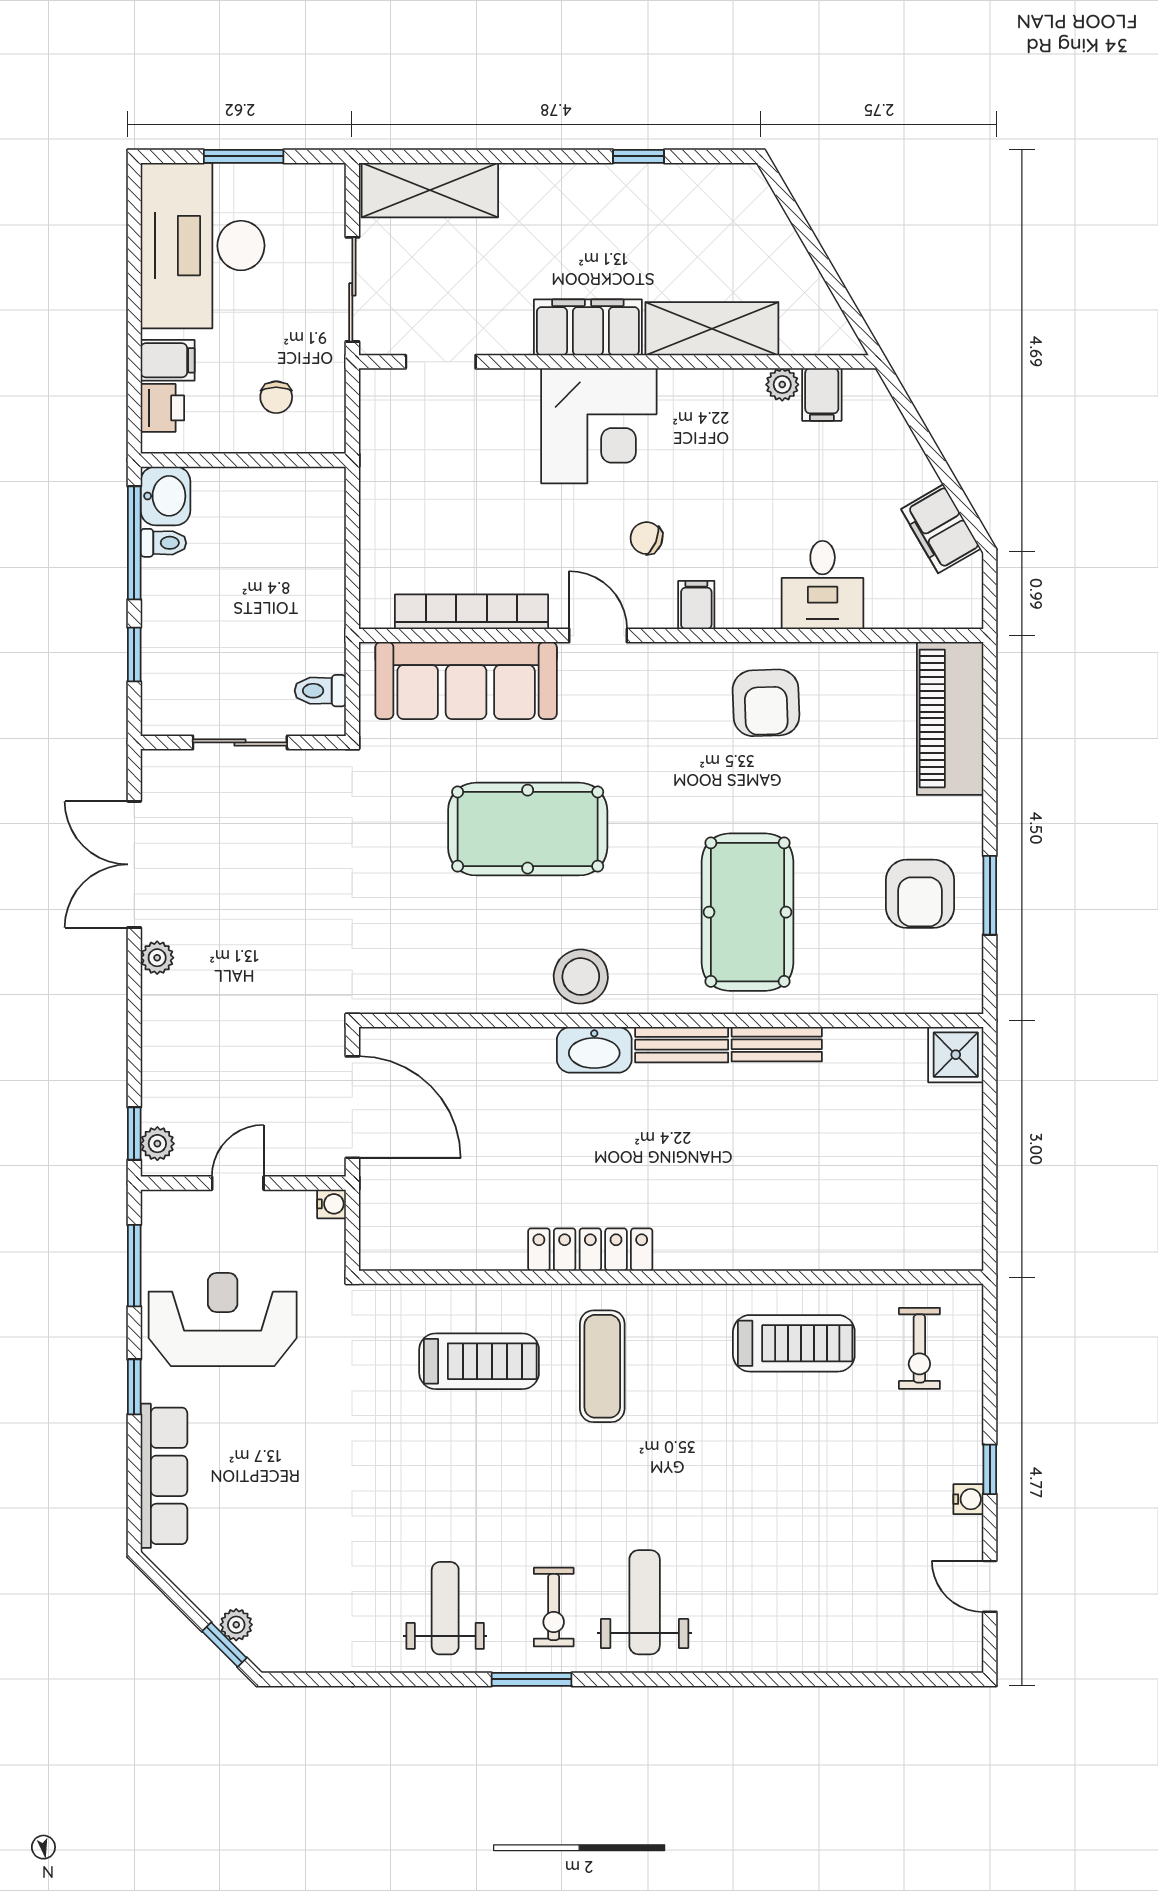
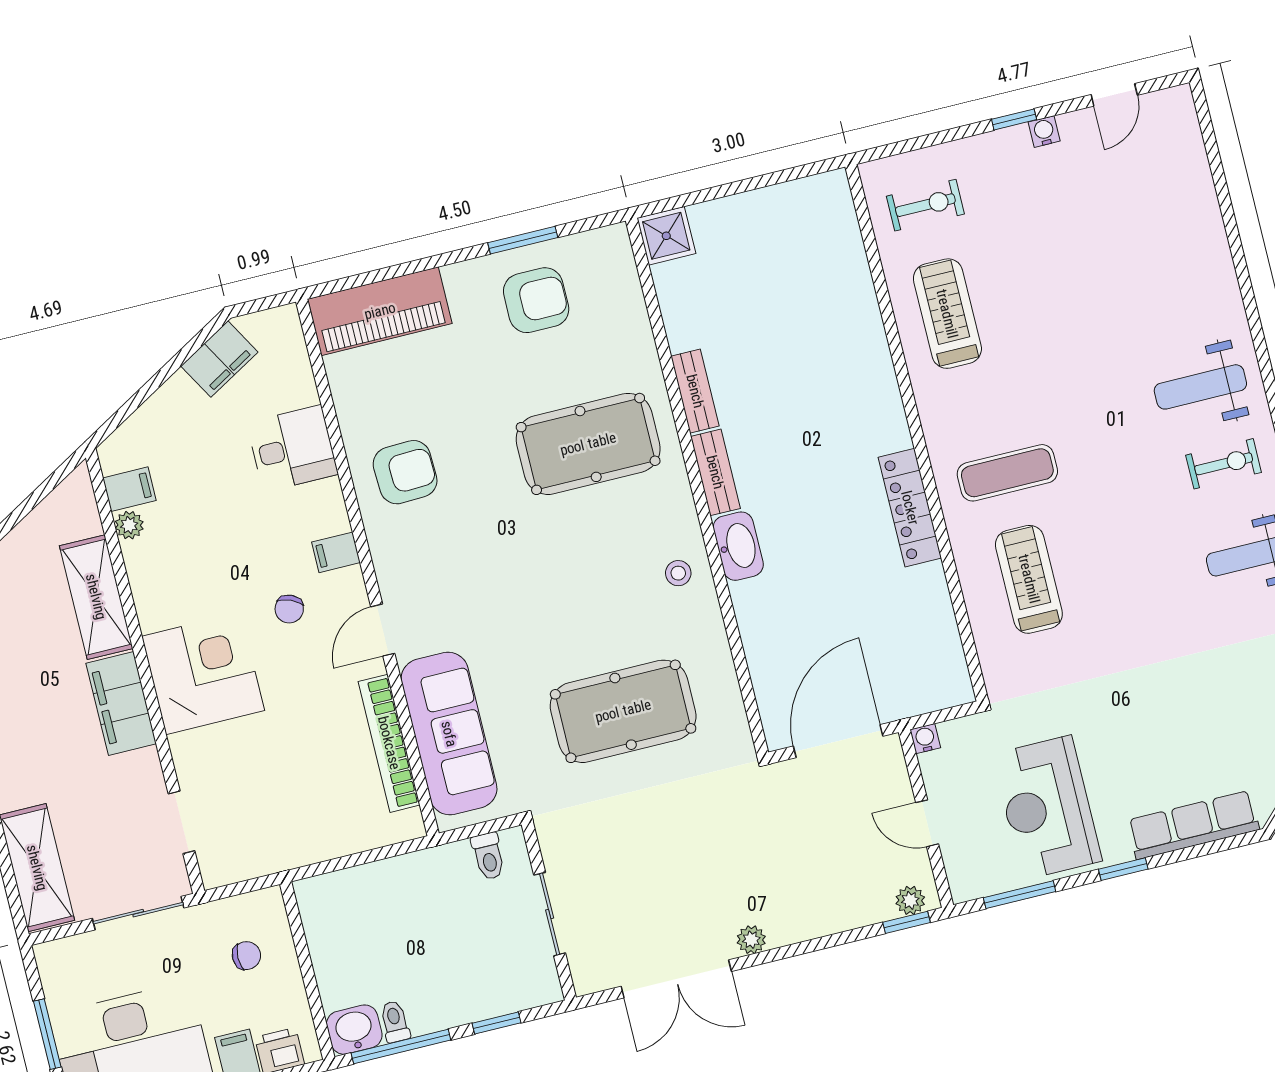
pool table: (528, 829) -> (623, 711), moved, turned 90
stool: (581, 977) -> (678, 573), width x0.53, depth x0.53

